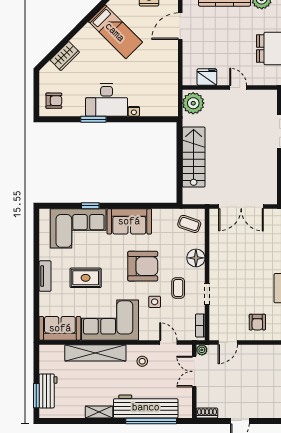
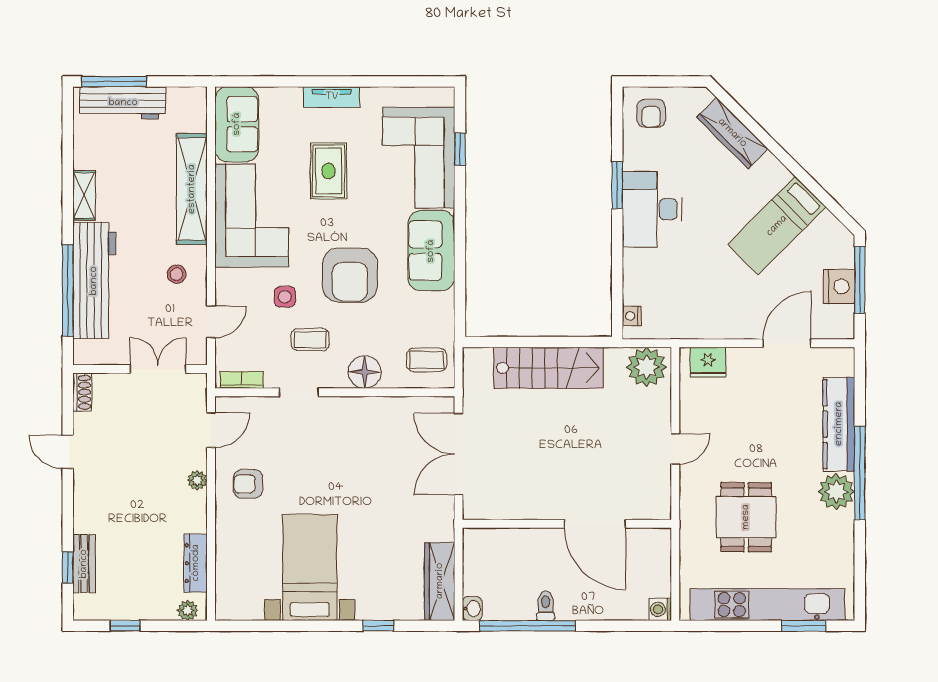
door: (180, 26) -> (787, 343), hinge flipped
wardrobe: (65, 56) -> (732, 133), width x1.50
fridge: (207, 77) -> (708, 362), moved, turned 90
nightstand: (134, 111) -> (632, 316), moved
window: (90, 206) -> (460, 149), moved
coffee table: (189, 224) -> (427, 360), turned 71
door: (228, 342) -> (211, 430), swing flipped
plant: (202, 350) -> (197, 480), moved
workbench: (48, 391) -> (123, 103), width x1.38
window: (36, 396) -> (114, 81), width x1.44

